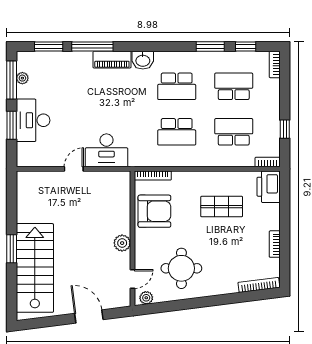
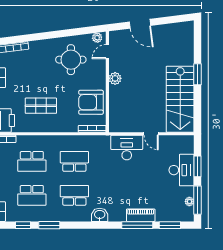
piano: (112, 60) -> (141, 215), moved
door: (74, 169) -> (151, 134), hinge flipped
stairs: (35, 268) -> (180, 99), moved

